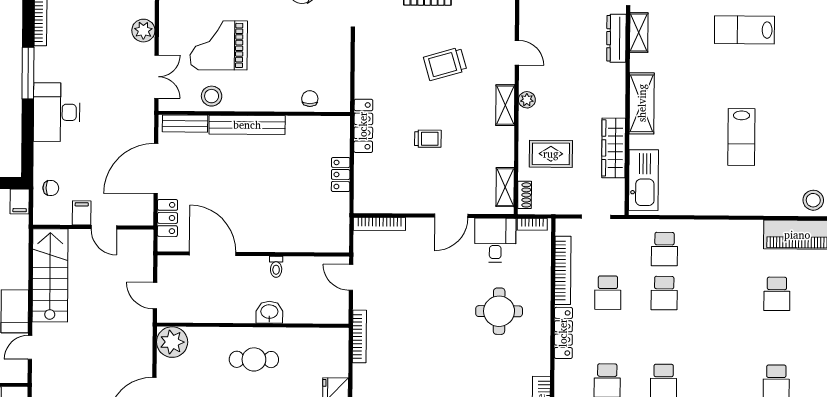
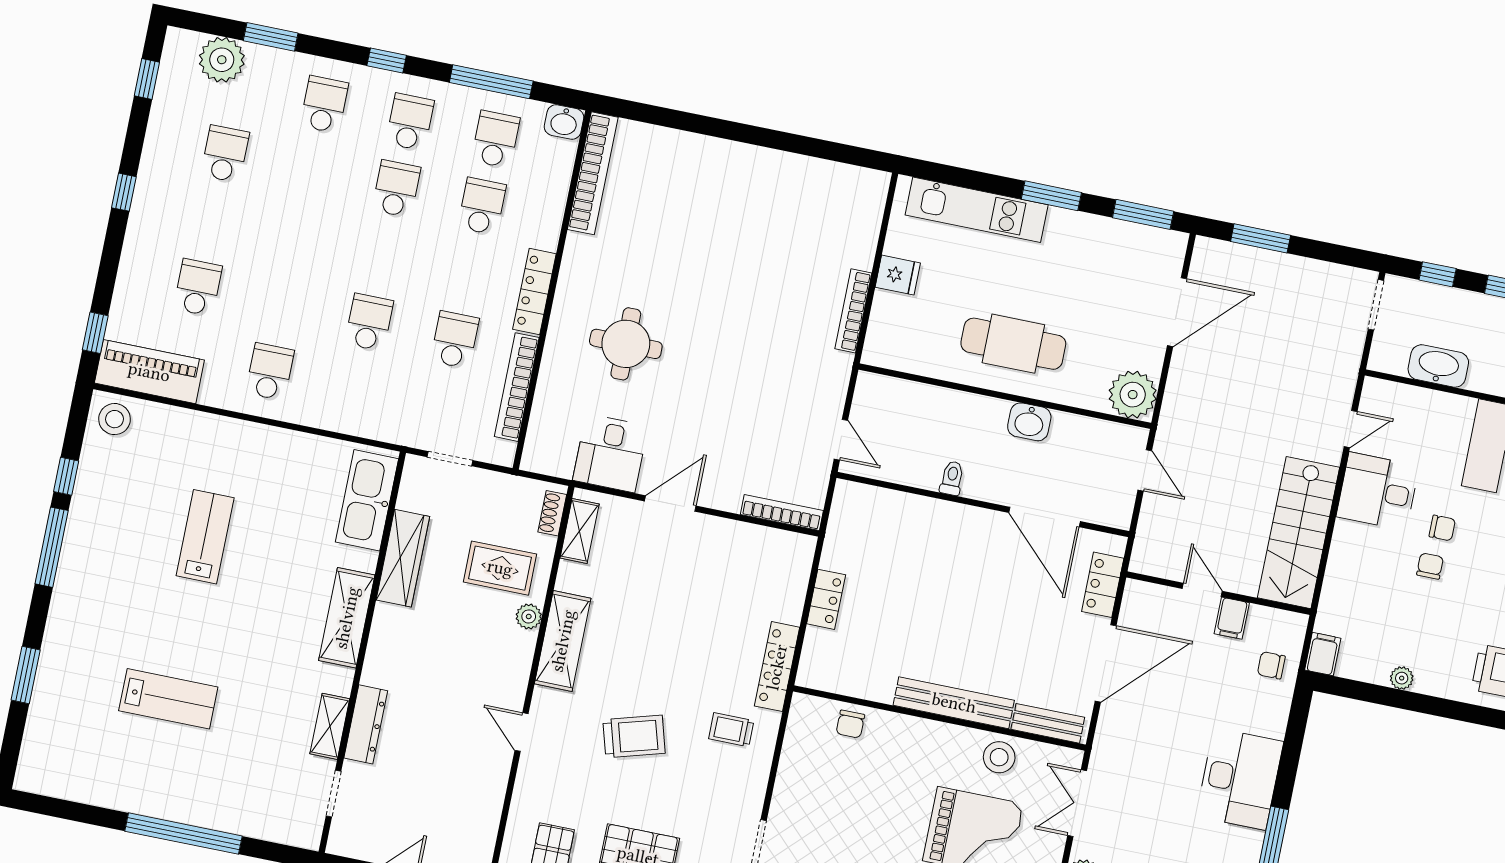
plant: (527, 100) -> (529, 616), moved
shelving: (505, 105) -> (563, 641), width x1.50, depth x1.33
trolley: (428, 139) -> (731, 730), moved
bookcase: (532, 224) -> (549, 466), removed
school desk: (664, 249) -> (270, 372), moved
washbasin: (269, 312) -> (1029, 422), moved
bookcase: (359, 336) -> (853, 311), moved
cafe table: (254, 359) -> (1013, 344), width x1.37, depth x1.35

